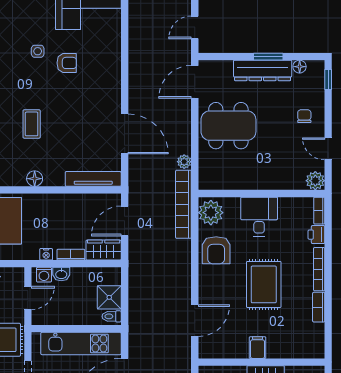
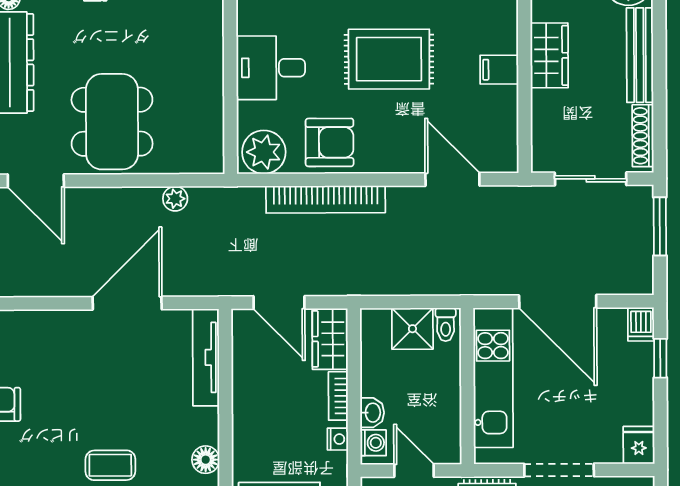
bookcase: (183, 204) -> (326, 199), moved

